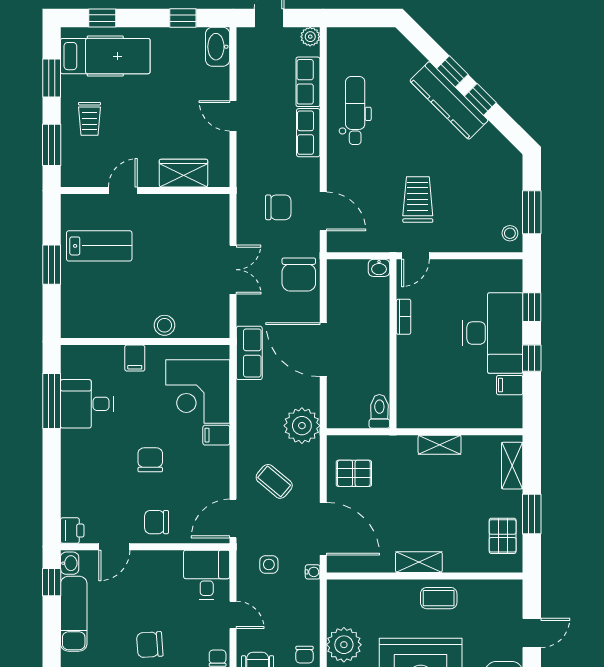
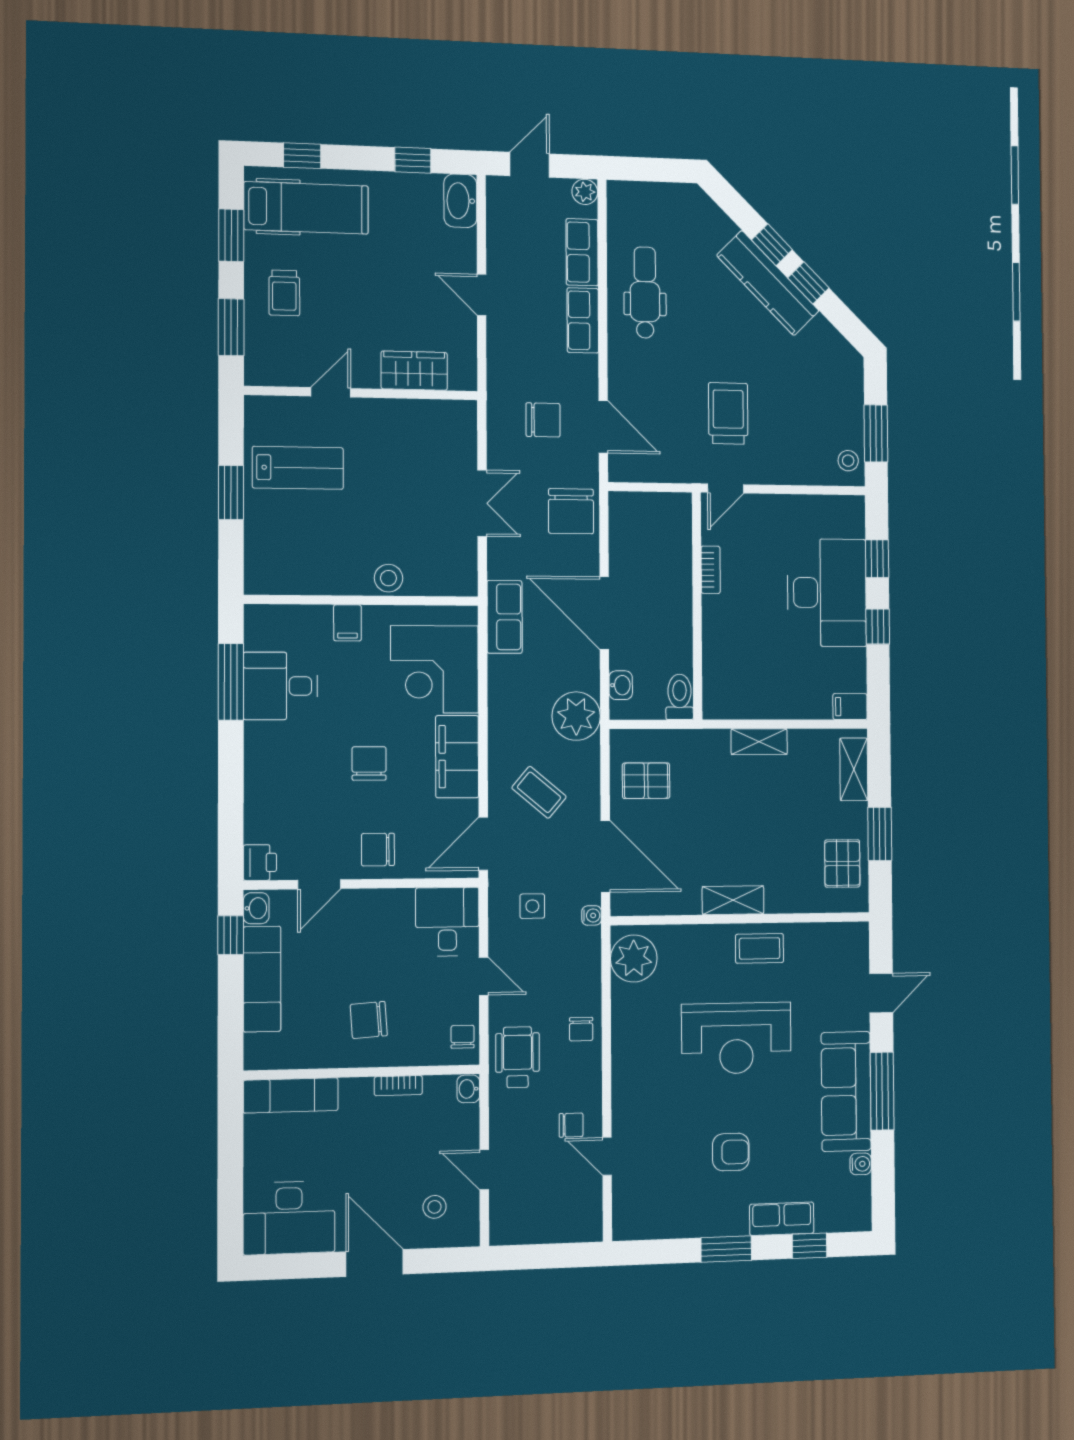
washbasin: (379, 268) -> (621, 685), moved, turned -90
filing cabinet: (510, 385) -> (850, 707), moved
filing cabinet: (216, 435) -> (457, 757), width x3.00, depth x1.17
plant: (344, 645) -> (634, 958), moved

